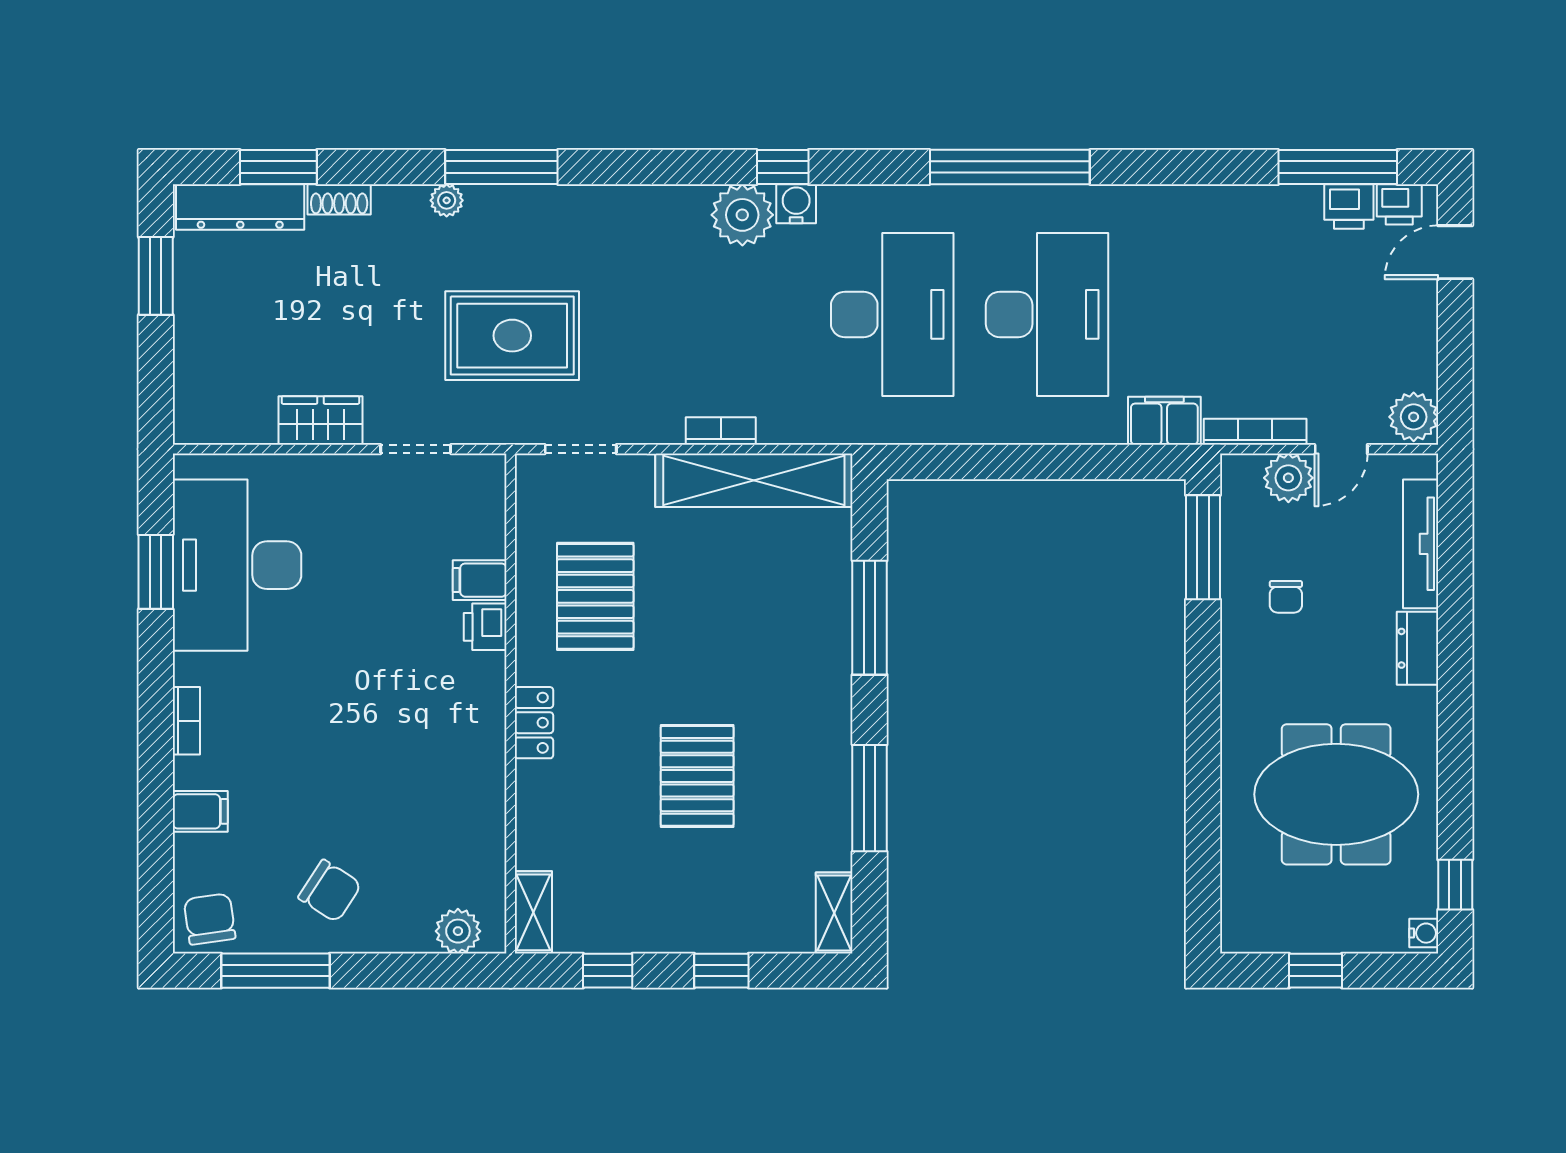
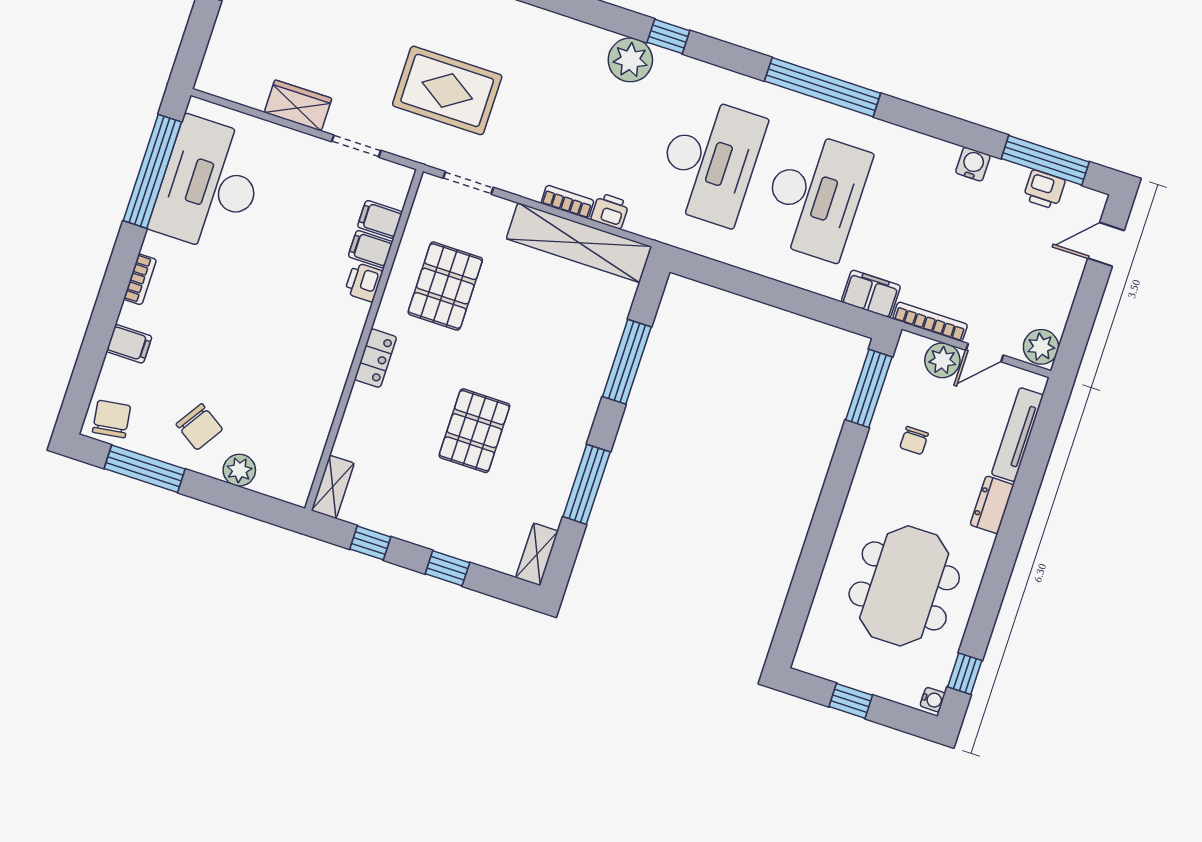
water cooler: (796, 204) -> (973, 164), moved
printer: (1399, 204) -> (610, 211), moved, turned 180
filing cabinet: (479, 536) -> (380, 219), added
window: (156, 572) -> (152, 171), width x2.11
meeting table: (1336, 794) -> (904, 586), turned 90
plant: (458, 931) -> (239, 470), moved

